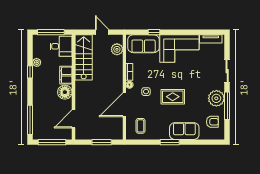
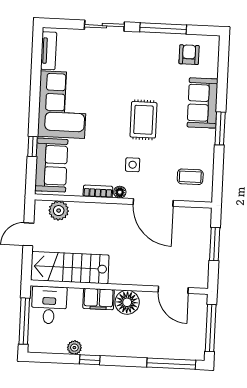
plant: (216, 98) -> (150, 46), removed

